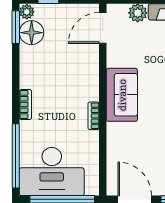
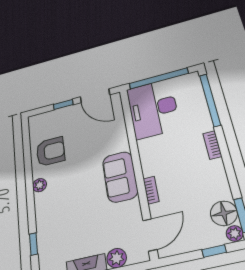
bookcase: (94, 116) -> (151, 190), moved
desk: (52, 172) -> (153, 109), moved, turned -90

